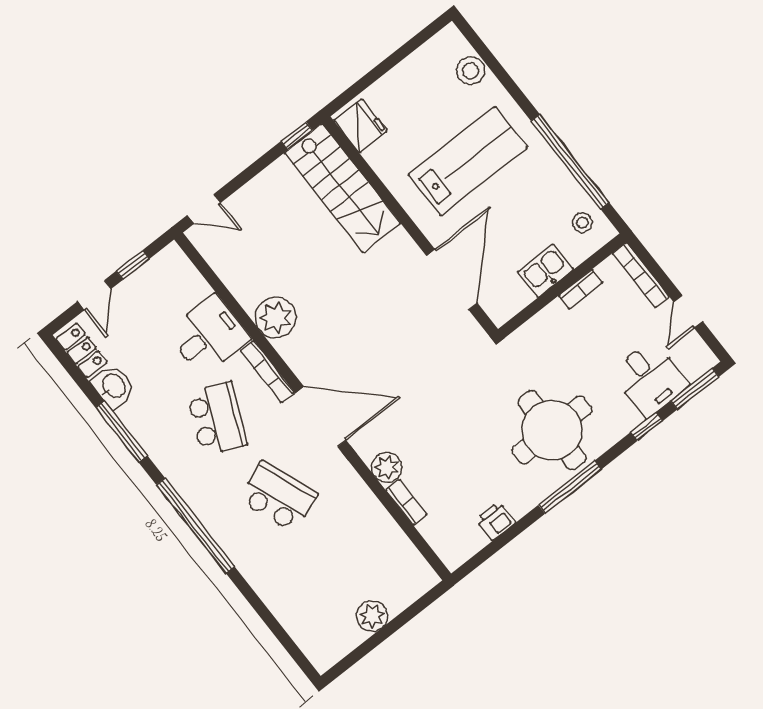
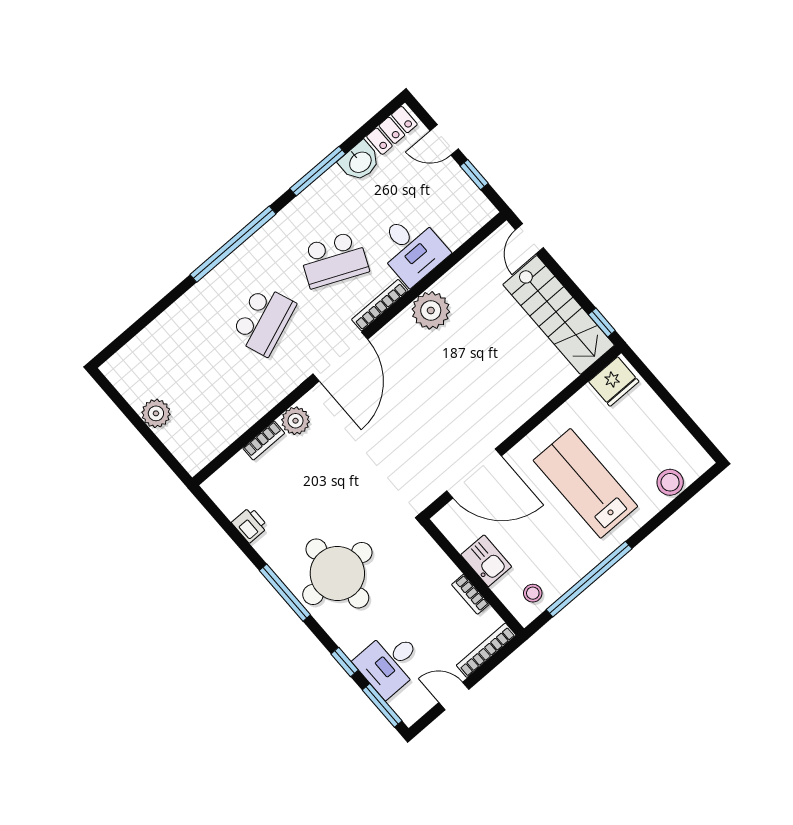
lab bench: (468, 161) -> (585, 483), turned 180
stairs: (342, 188) -> (559, 315), moved, turned -90

